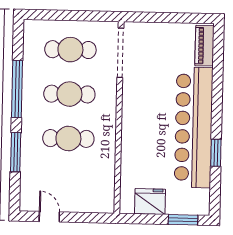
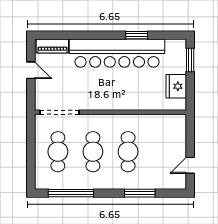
door: (174, 18) -> (31, 70), added
window: (17, 89) -> (71, 193), moved

